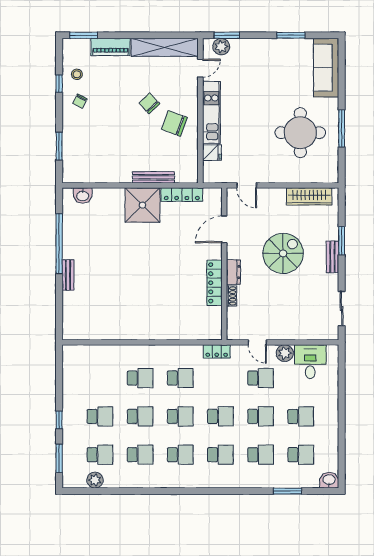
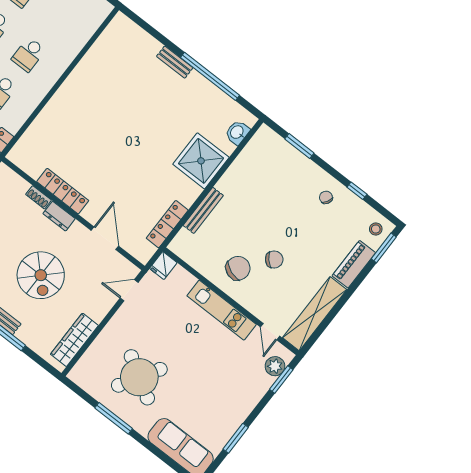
stool: (77, 74) -> (376, 229), moved
round table: (300, 133) -> (139, 377), turned 31
fridge: (212, 153) -> (163, 266), moved
shower: (142, 205) -> (201, 161), moved

